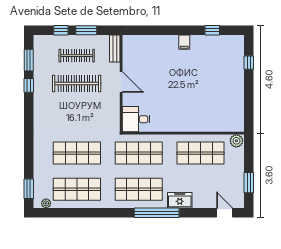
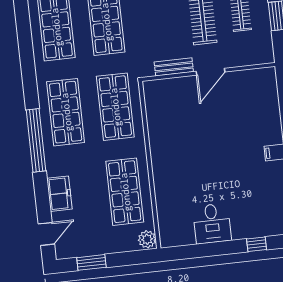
bench: (115, 49) -> (174, 67), moved
desk: (136, 119) -> (212, 223), moved, turned 180
freezer: (180, 200) -> (59, 194), moved

